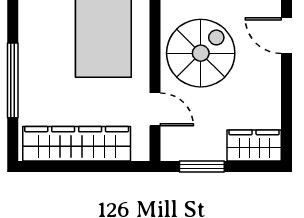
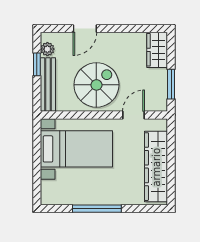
spiral stairs: (201, 53) -> (96, 85), turned 90
window: (13, 80) -> (97, 209), moved

